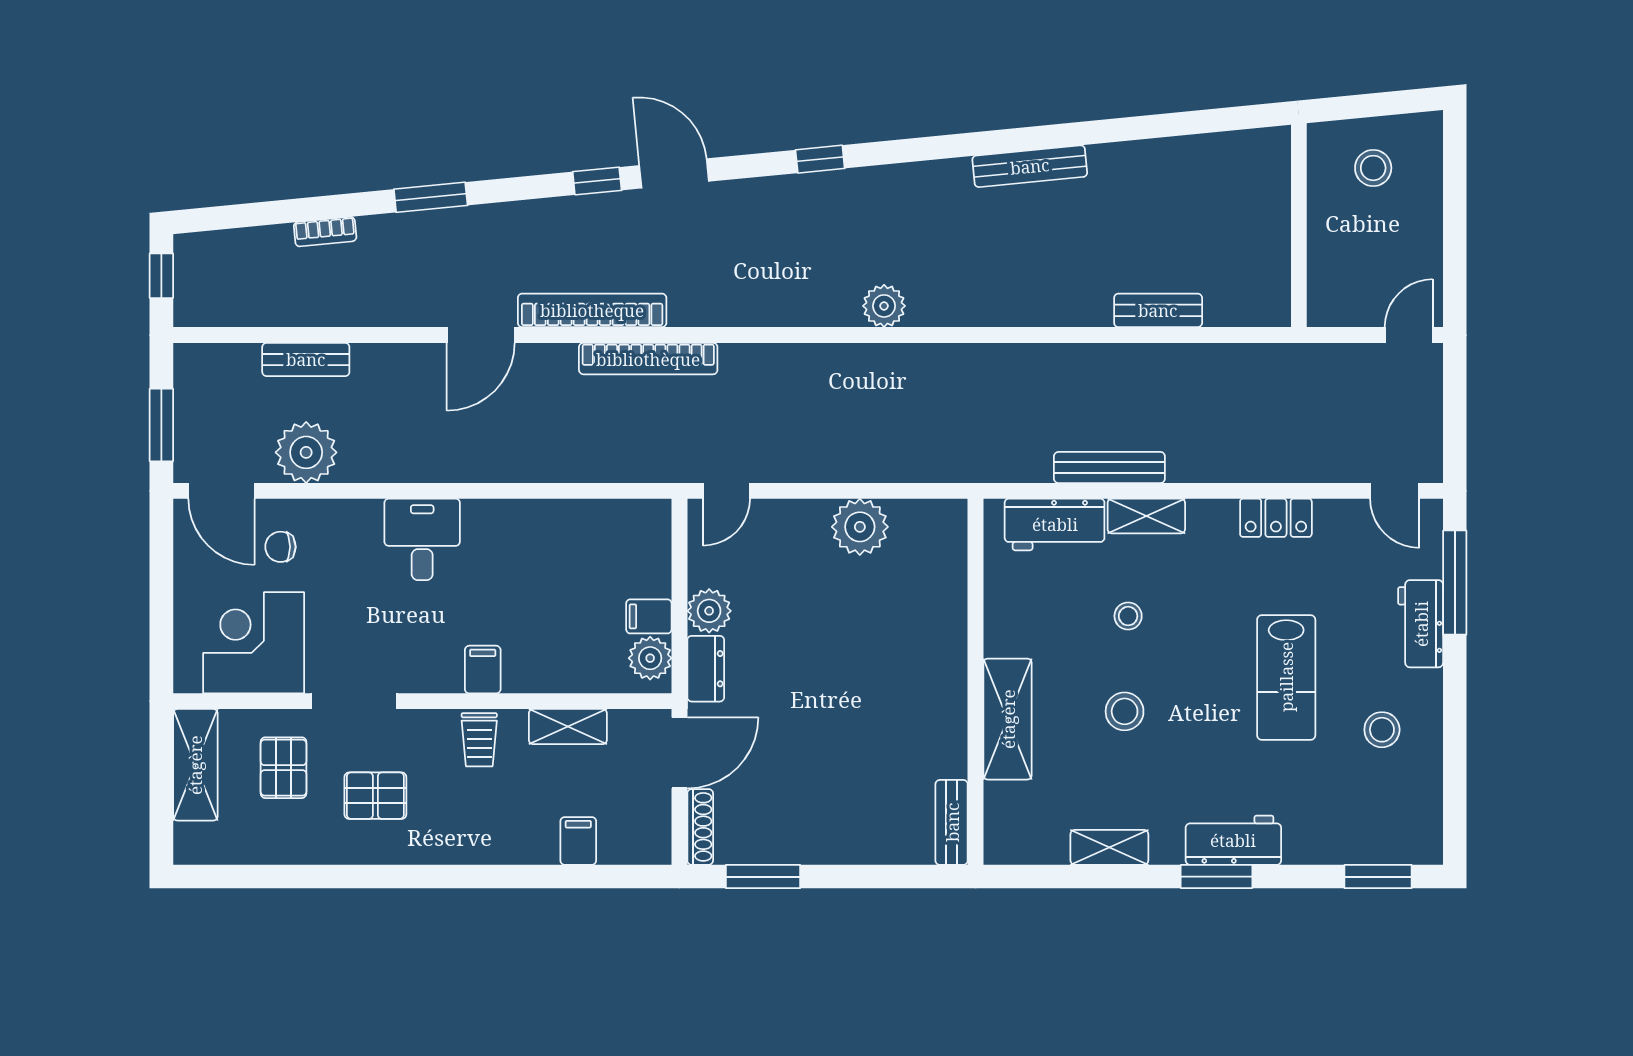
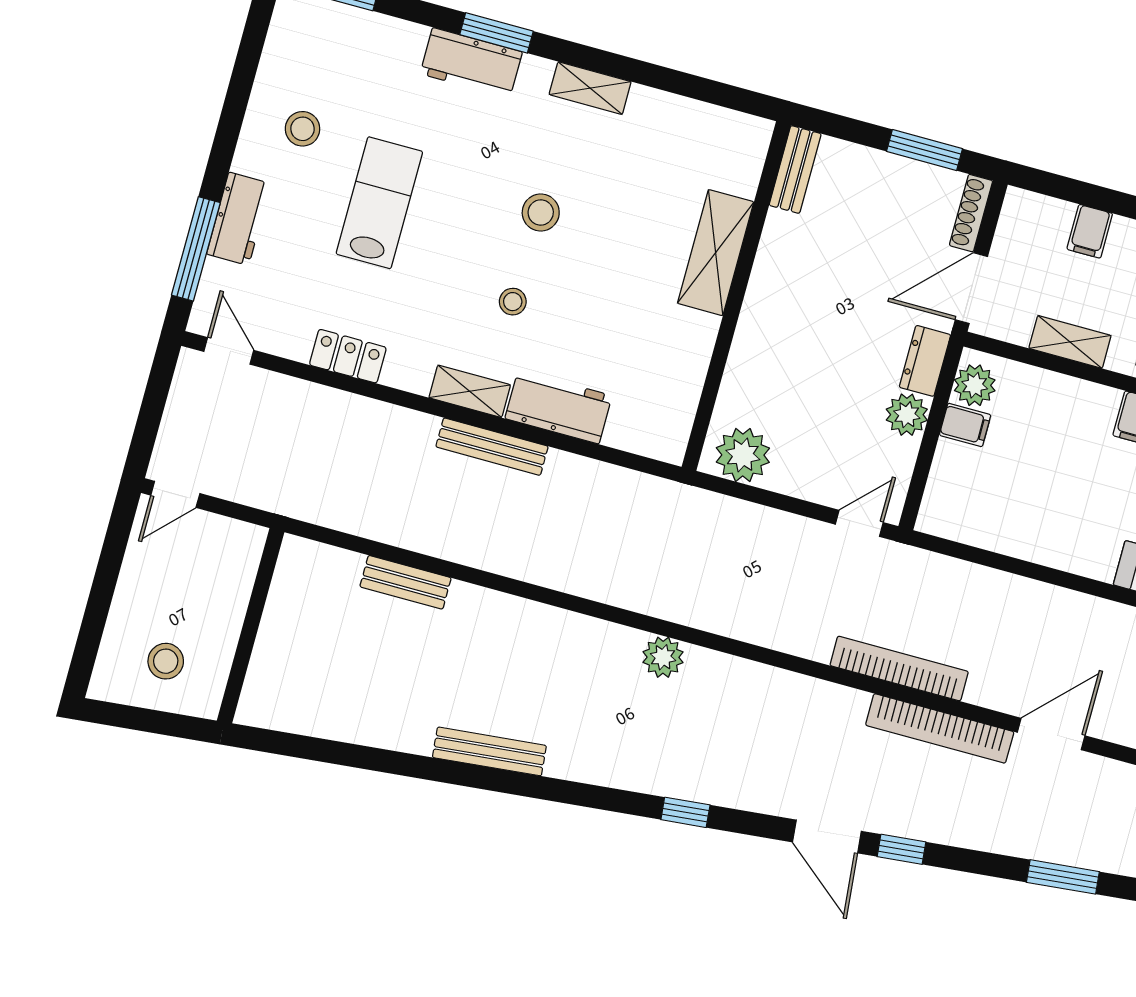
wall: (976, 682) -> (736, 296), moved
shelving: (1008, 719) -> (716, 253), moved
bench: (952, 822) -> (795, 170), moved

